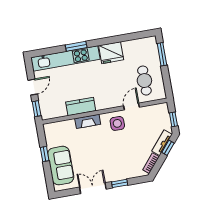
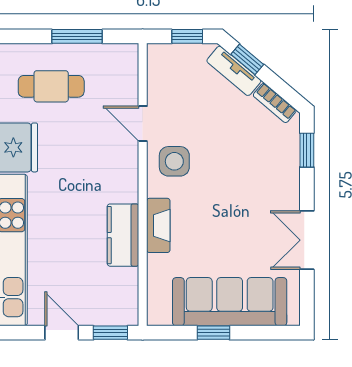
window: (162, 54) -> (77, 36), moved
cafe table: (144, 81) -> (51, 86), moved
sofa: (61, 166) -> (230, 302), width x1.36
window: (120, 183) -> (307, 150), moved

